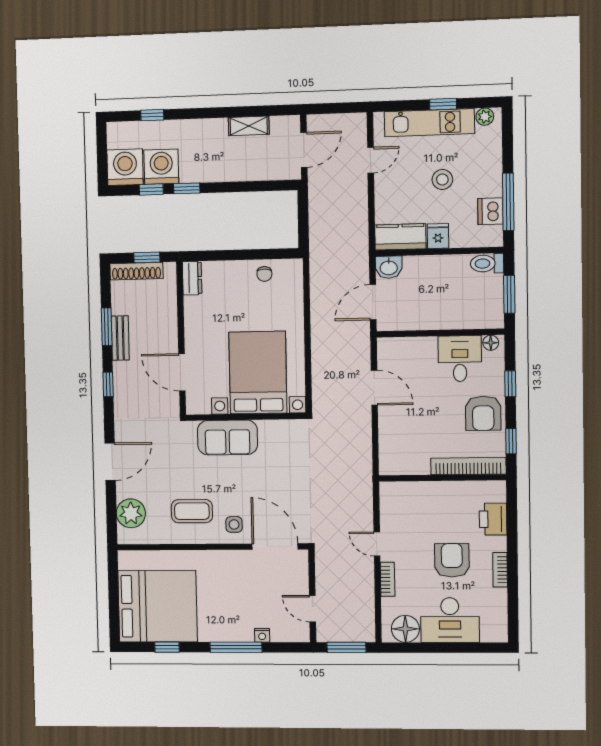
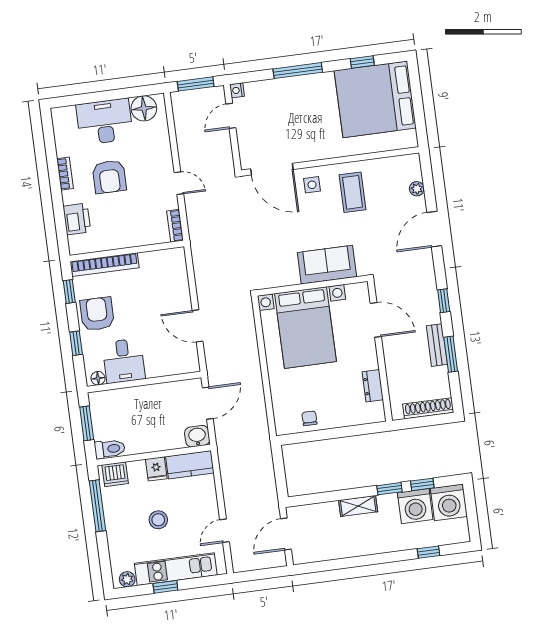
shelving: (249, 126) -> (358, 506), moved
dishwasher: (490, 211) -> (115, 474), moved, turned 90
window: (147, 257) -> (420, 422), removed
dresser: (192, 278) -> (373, 386), moved
coffee table: (192, 511) -> (353, 192), turned 90
plant: (131, 513) -> (417, 189), width x0.53, depth x0.53
bookcase: (388, 579) -> (175, 226), moved
door: (313, 609) -> (231, 116), swing flipped
nightstand: (262, 635) -> (237, 90), moved, turned -90

